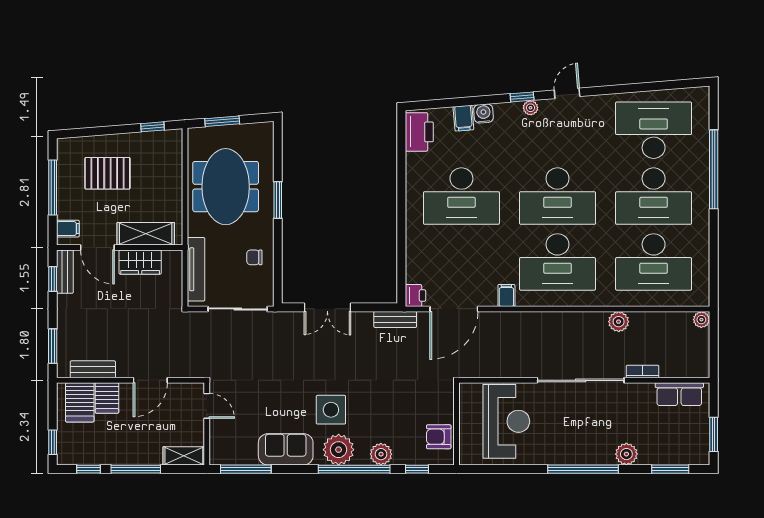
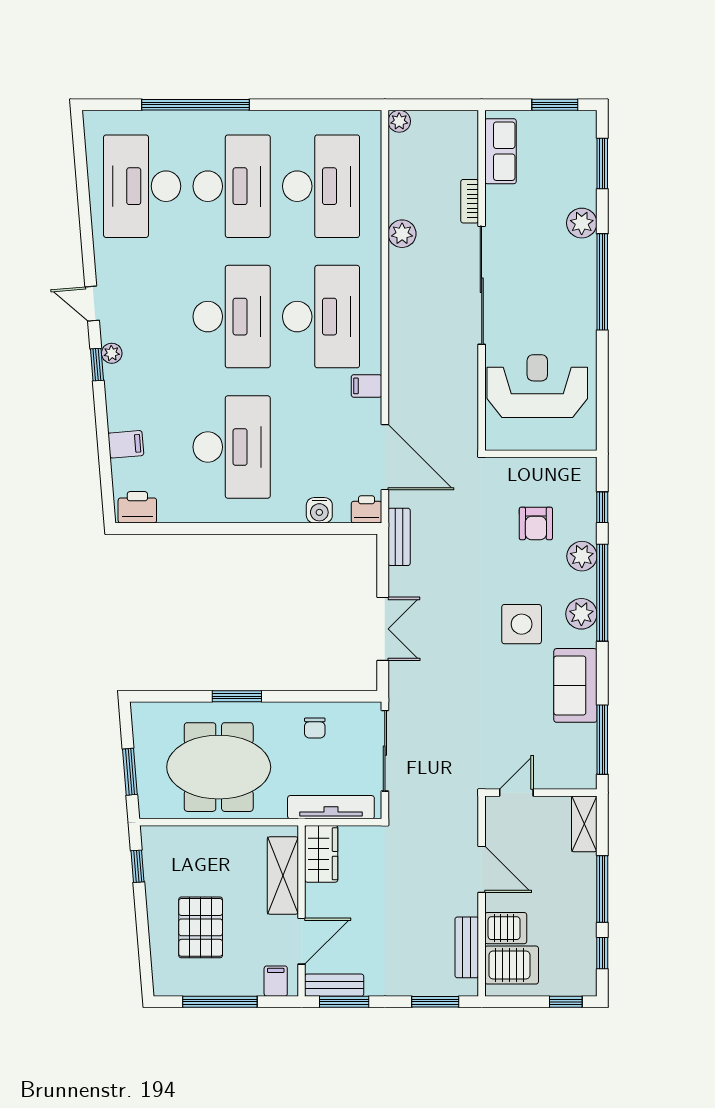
water cooler: (484, 114) -> (319, 510), moved, turned -85
printer: (419, 132) -> (137, 507), width x0.73, depth x0.84
wardrobe: (140, 262) -> (321, 854), moved
window: (53, 279) -> (344, 1002), width x1.50
armchair: (439, 437) -> (536, 523), moved
plant: (339, 450) -> (581, 614), width x0.73, depth x0.73

